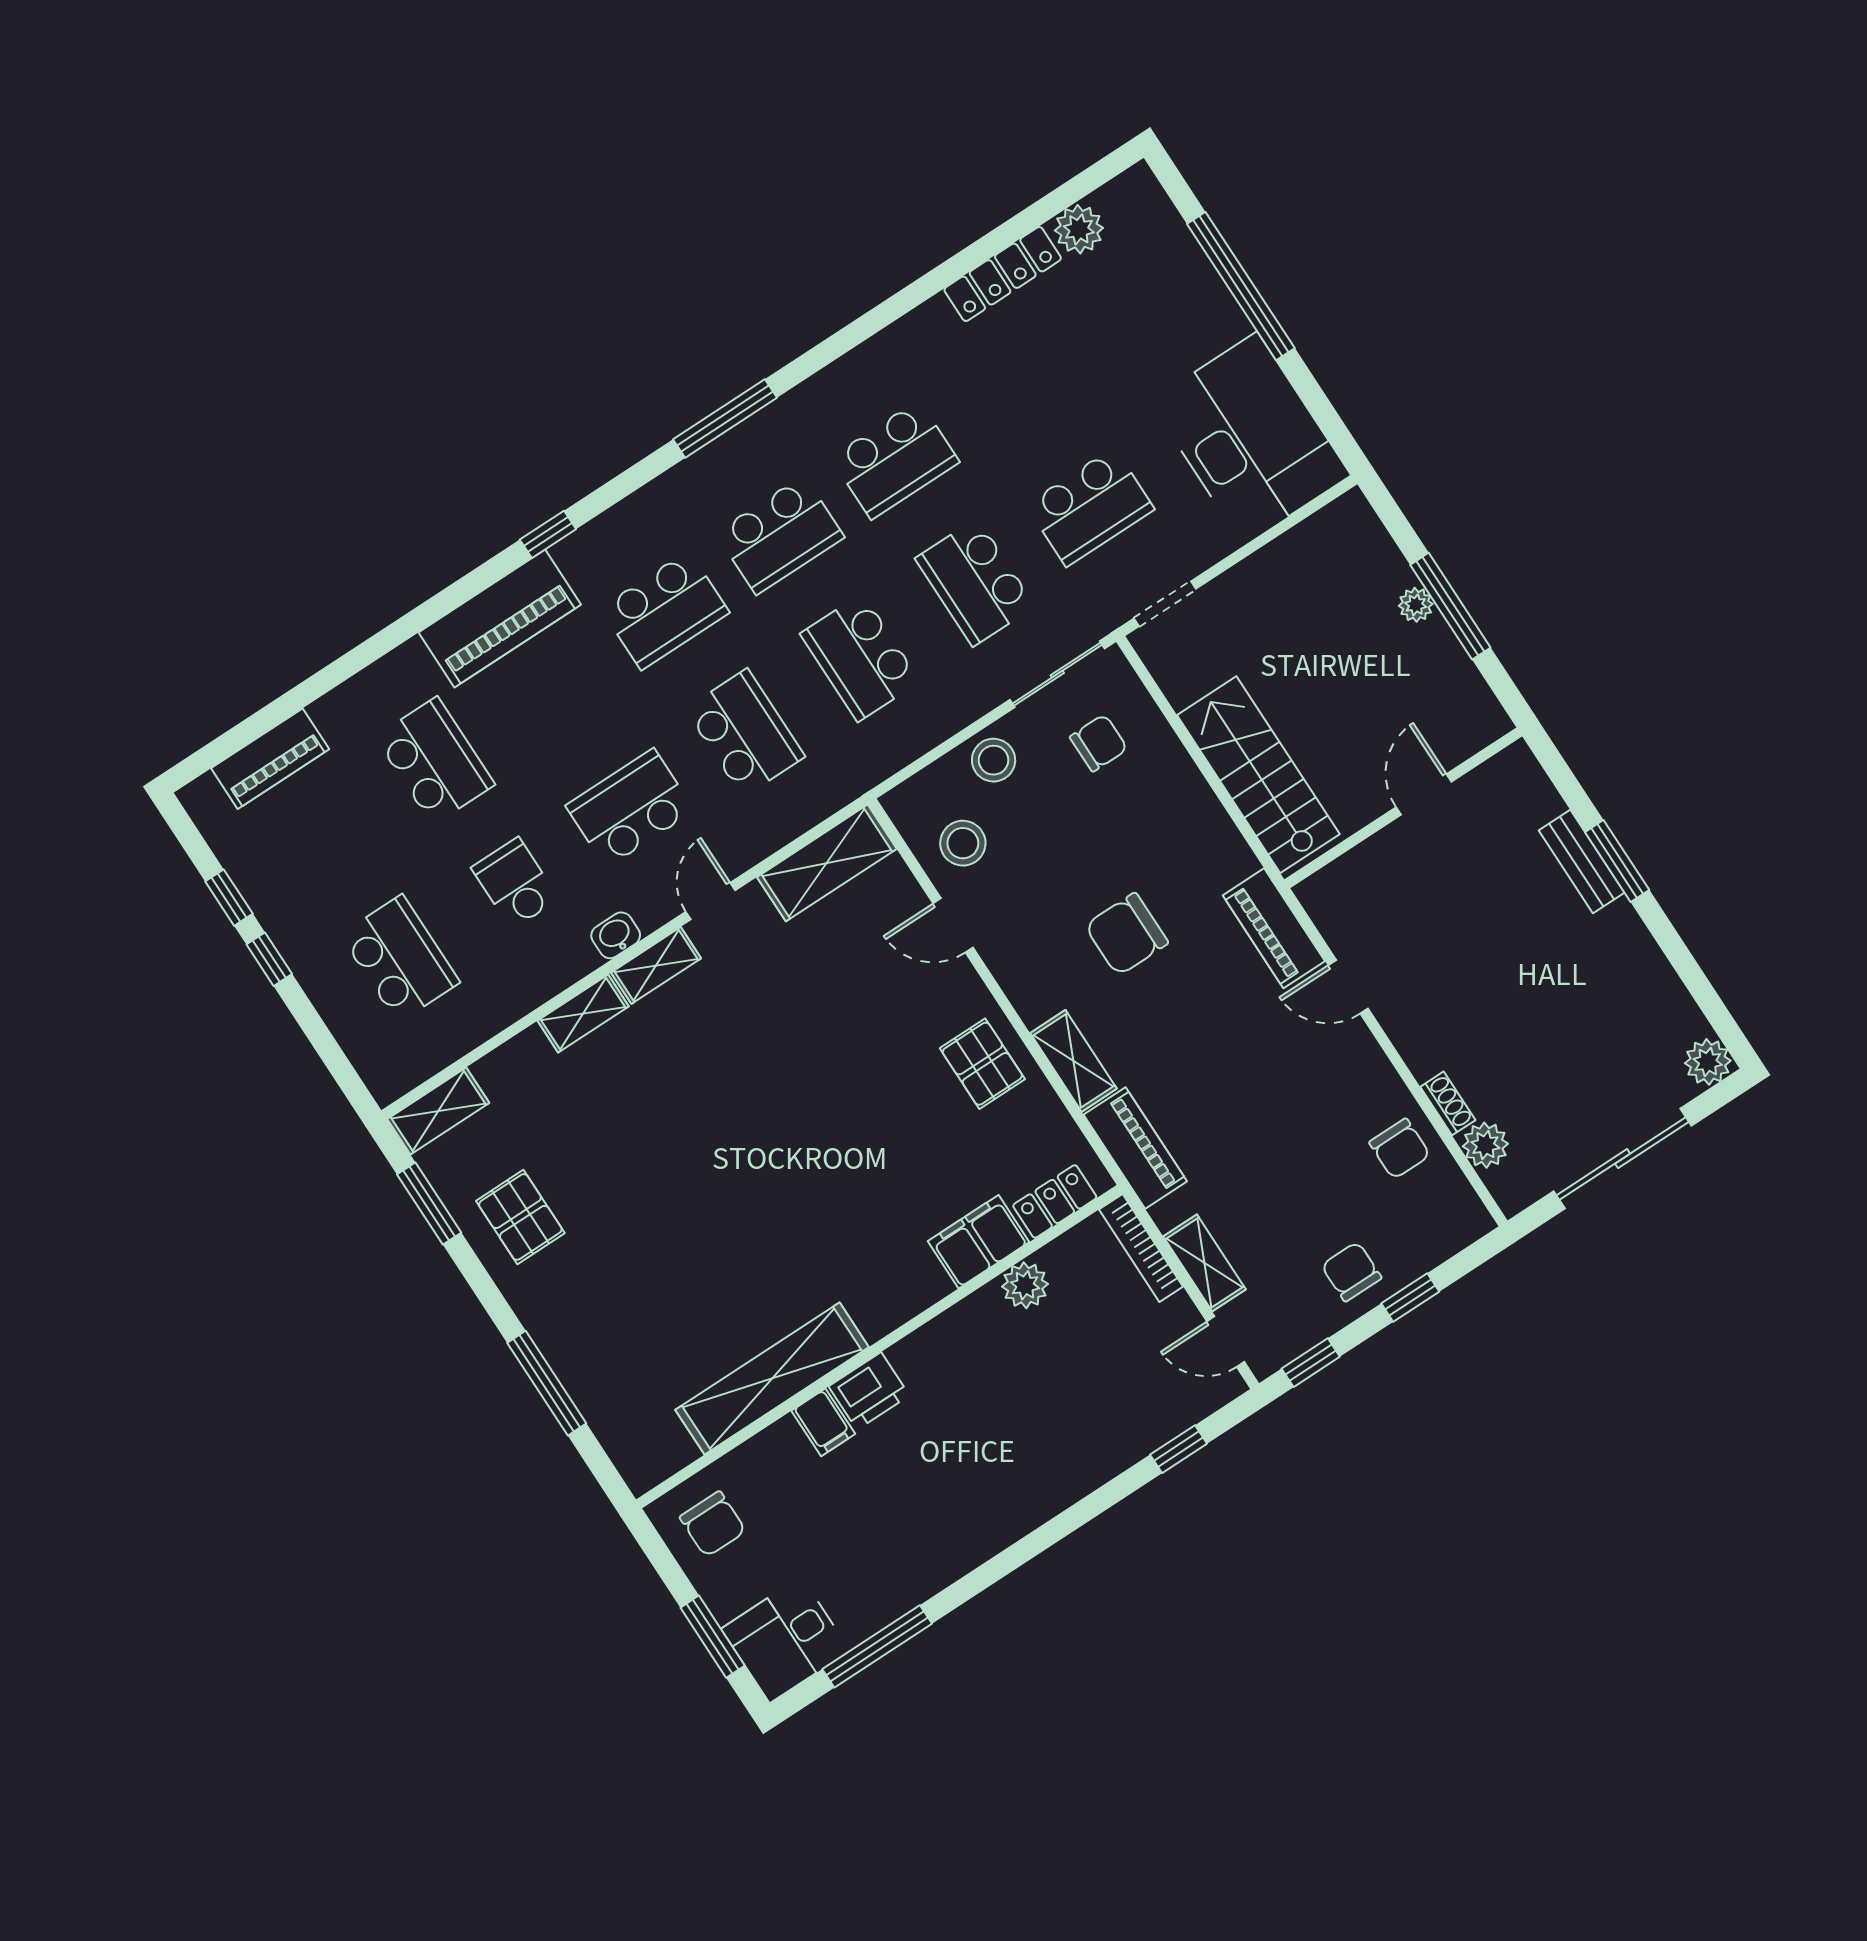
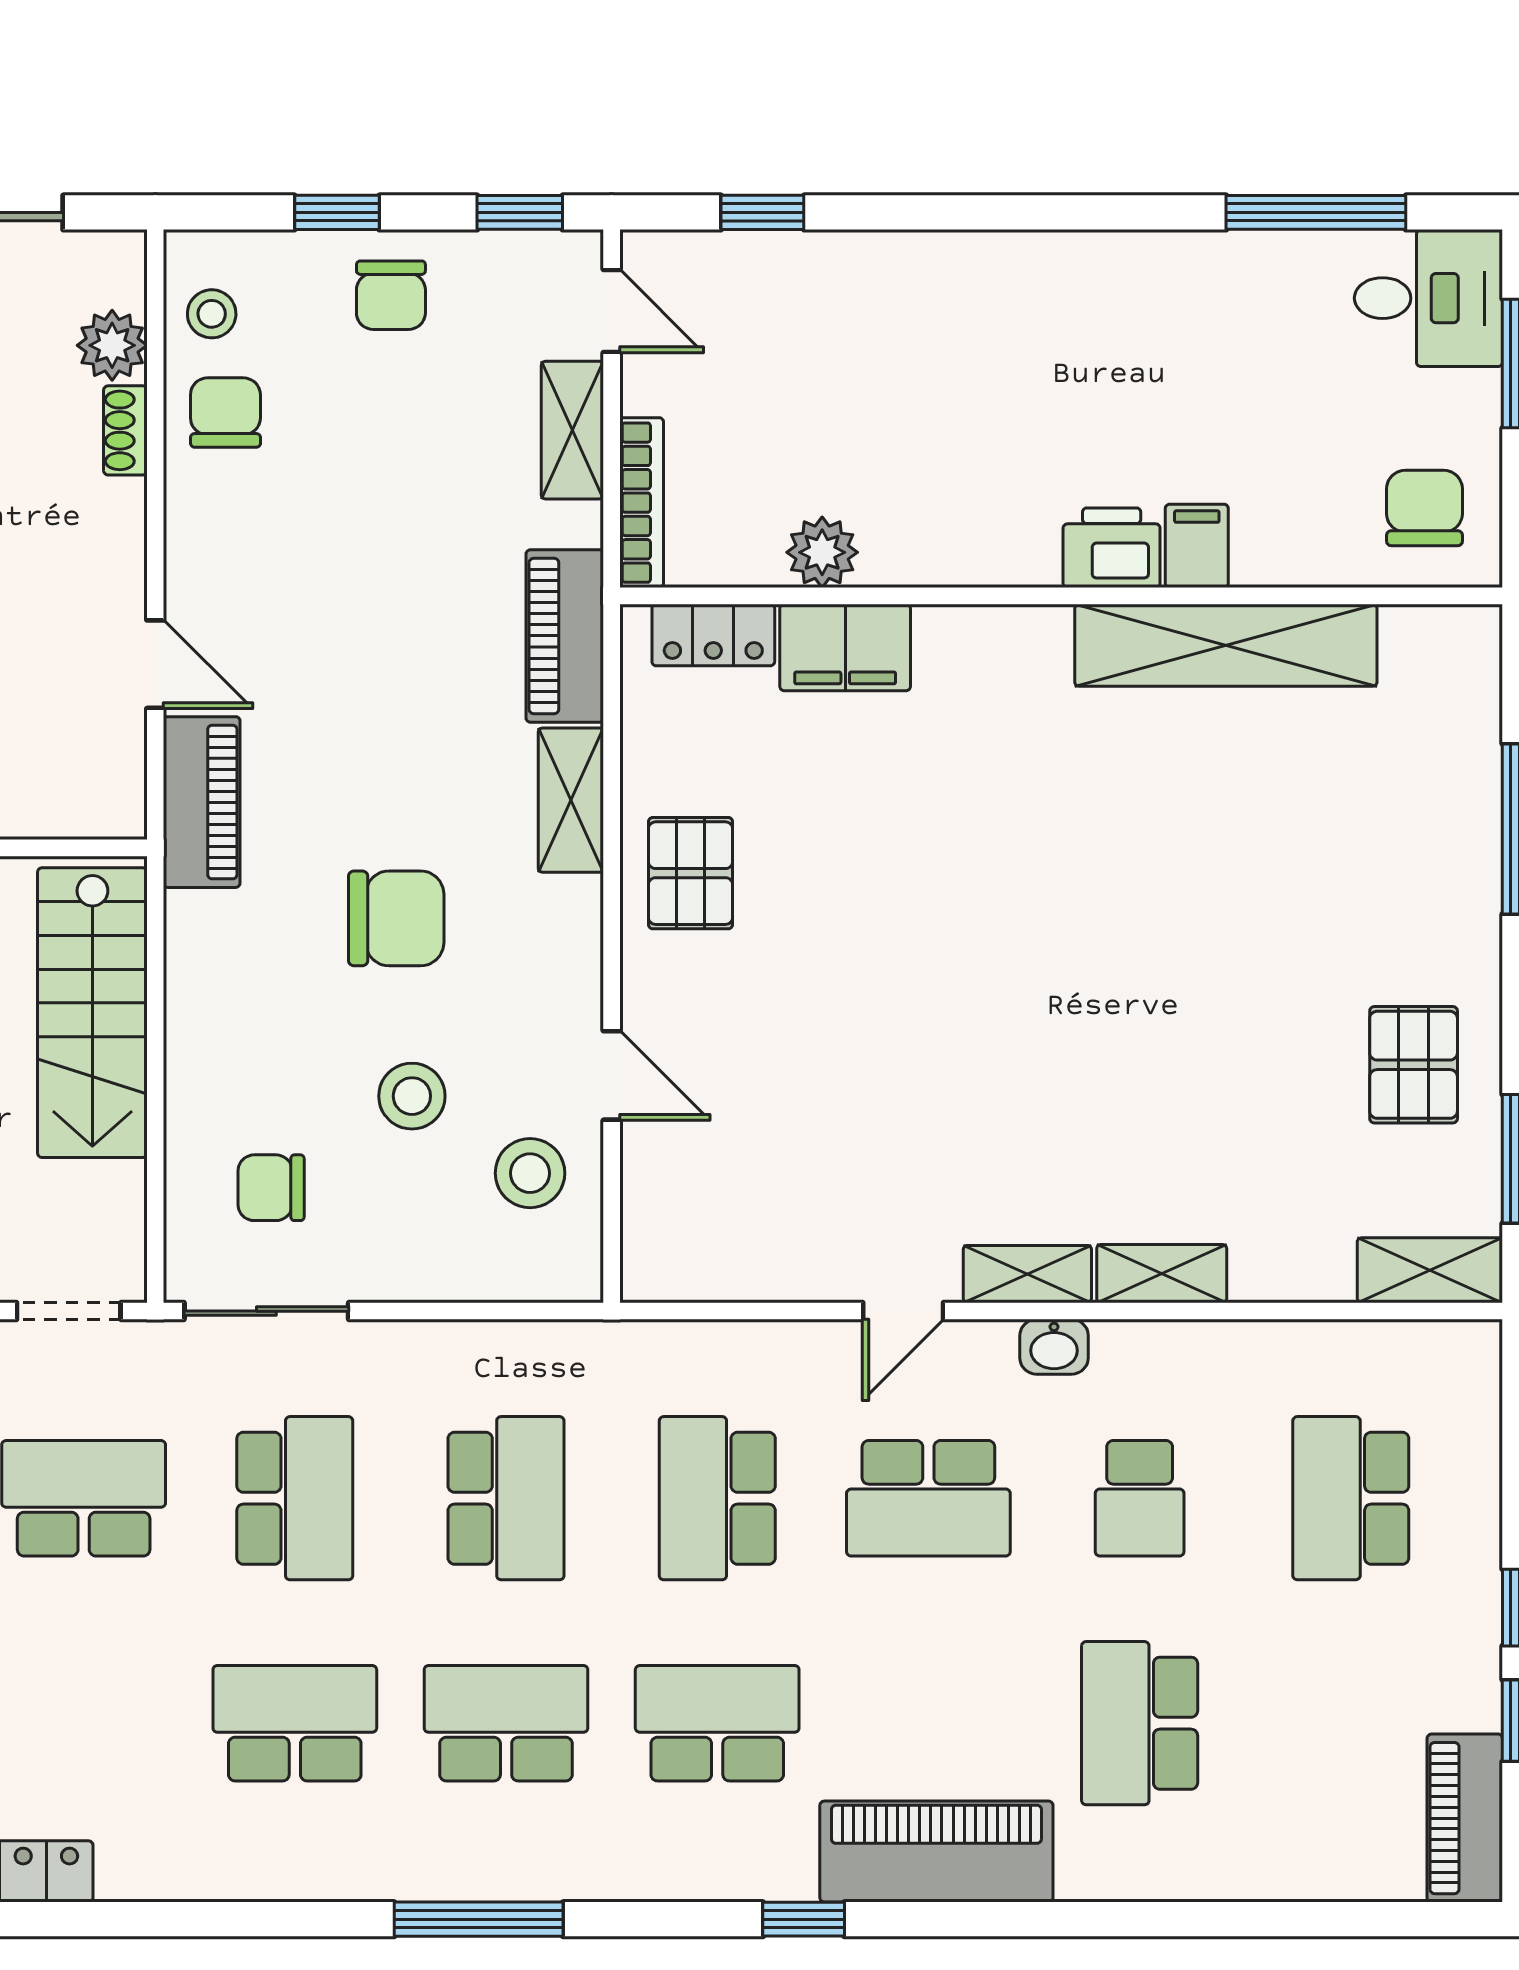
piano: (270, 759) -> (1465, 1818), moved, turned -90
stool: (994, 760) -> (412, 1096), moved
shelving: (827, 863) -> (722, 1262), removed
stool: (1442, 1198) -> (212, 314), added

